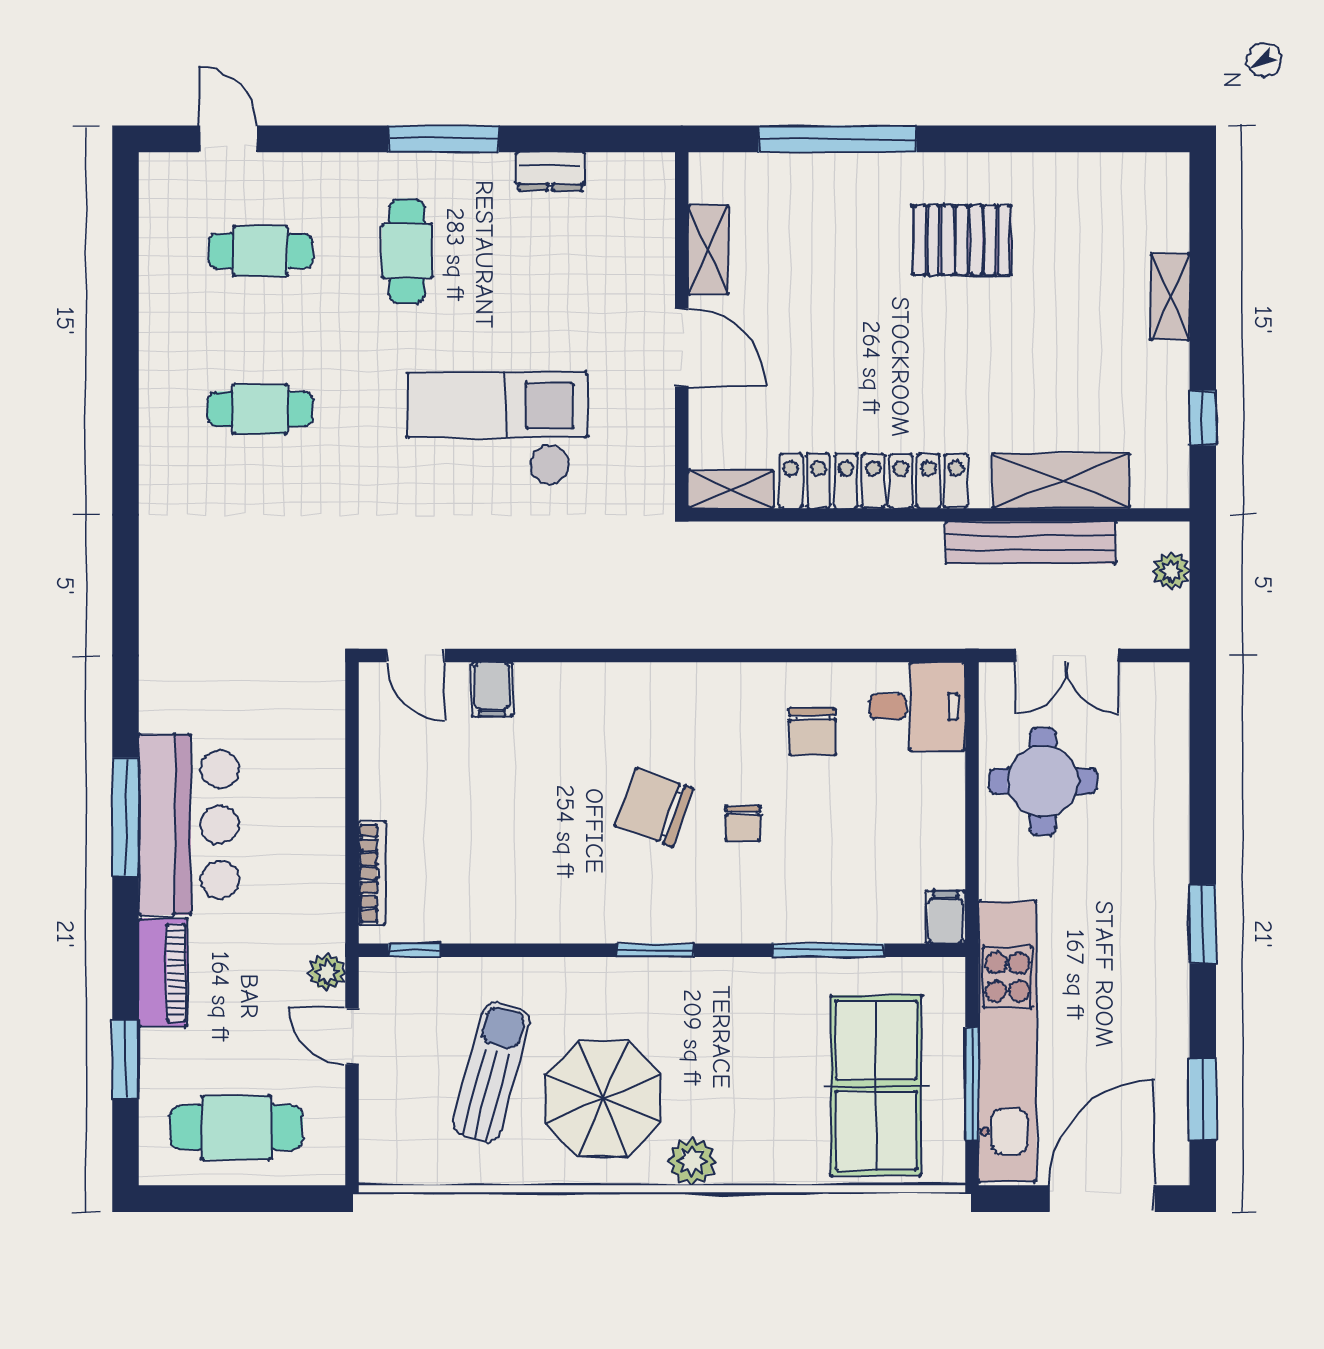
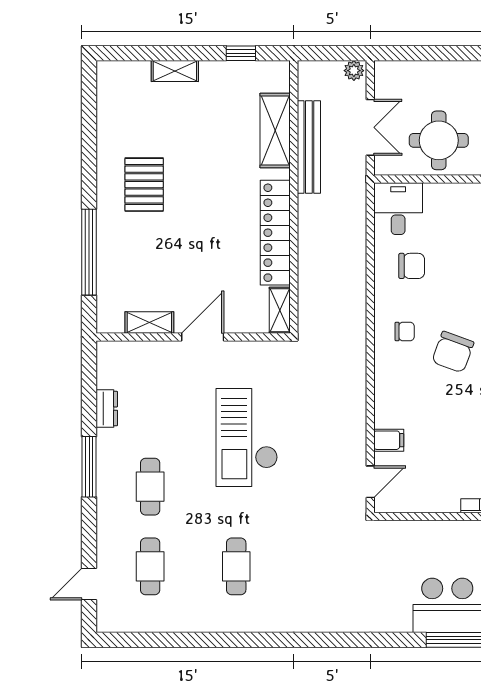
cafe table: (407, 251) -> (150, 487), turned 90
plant: (1171, 571) -> (354, 71), moved
chair: (743, 823) -> (405, 331), moved

